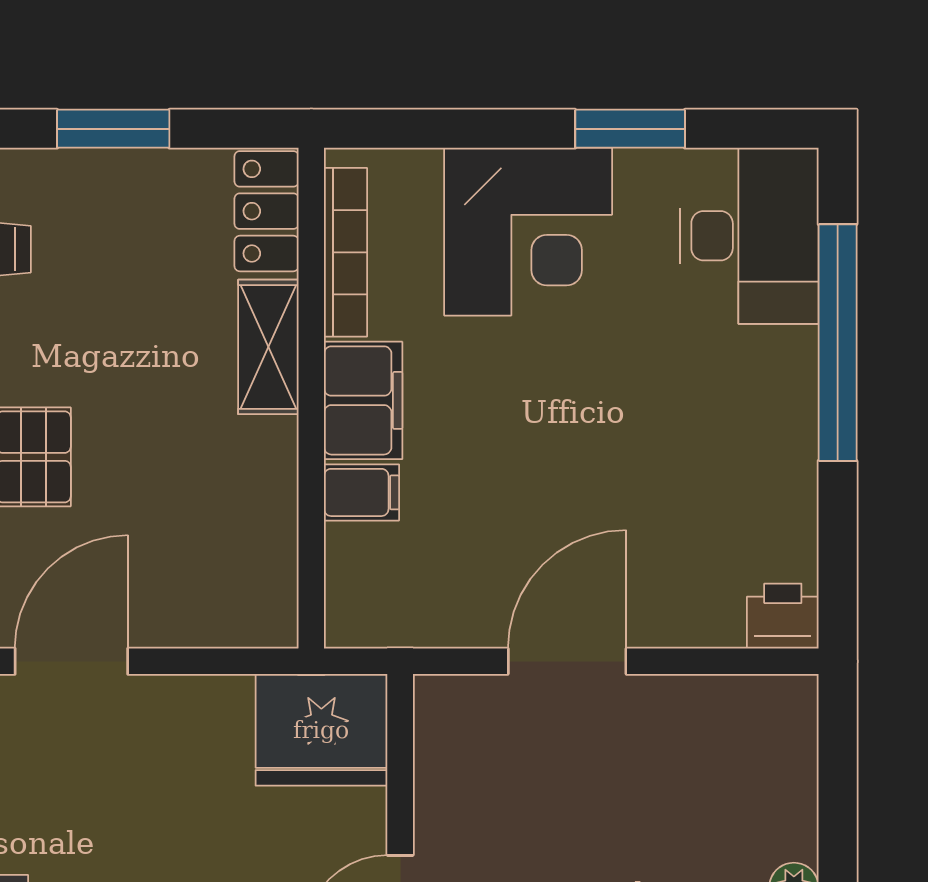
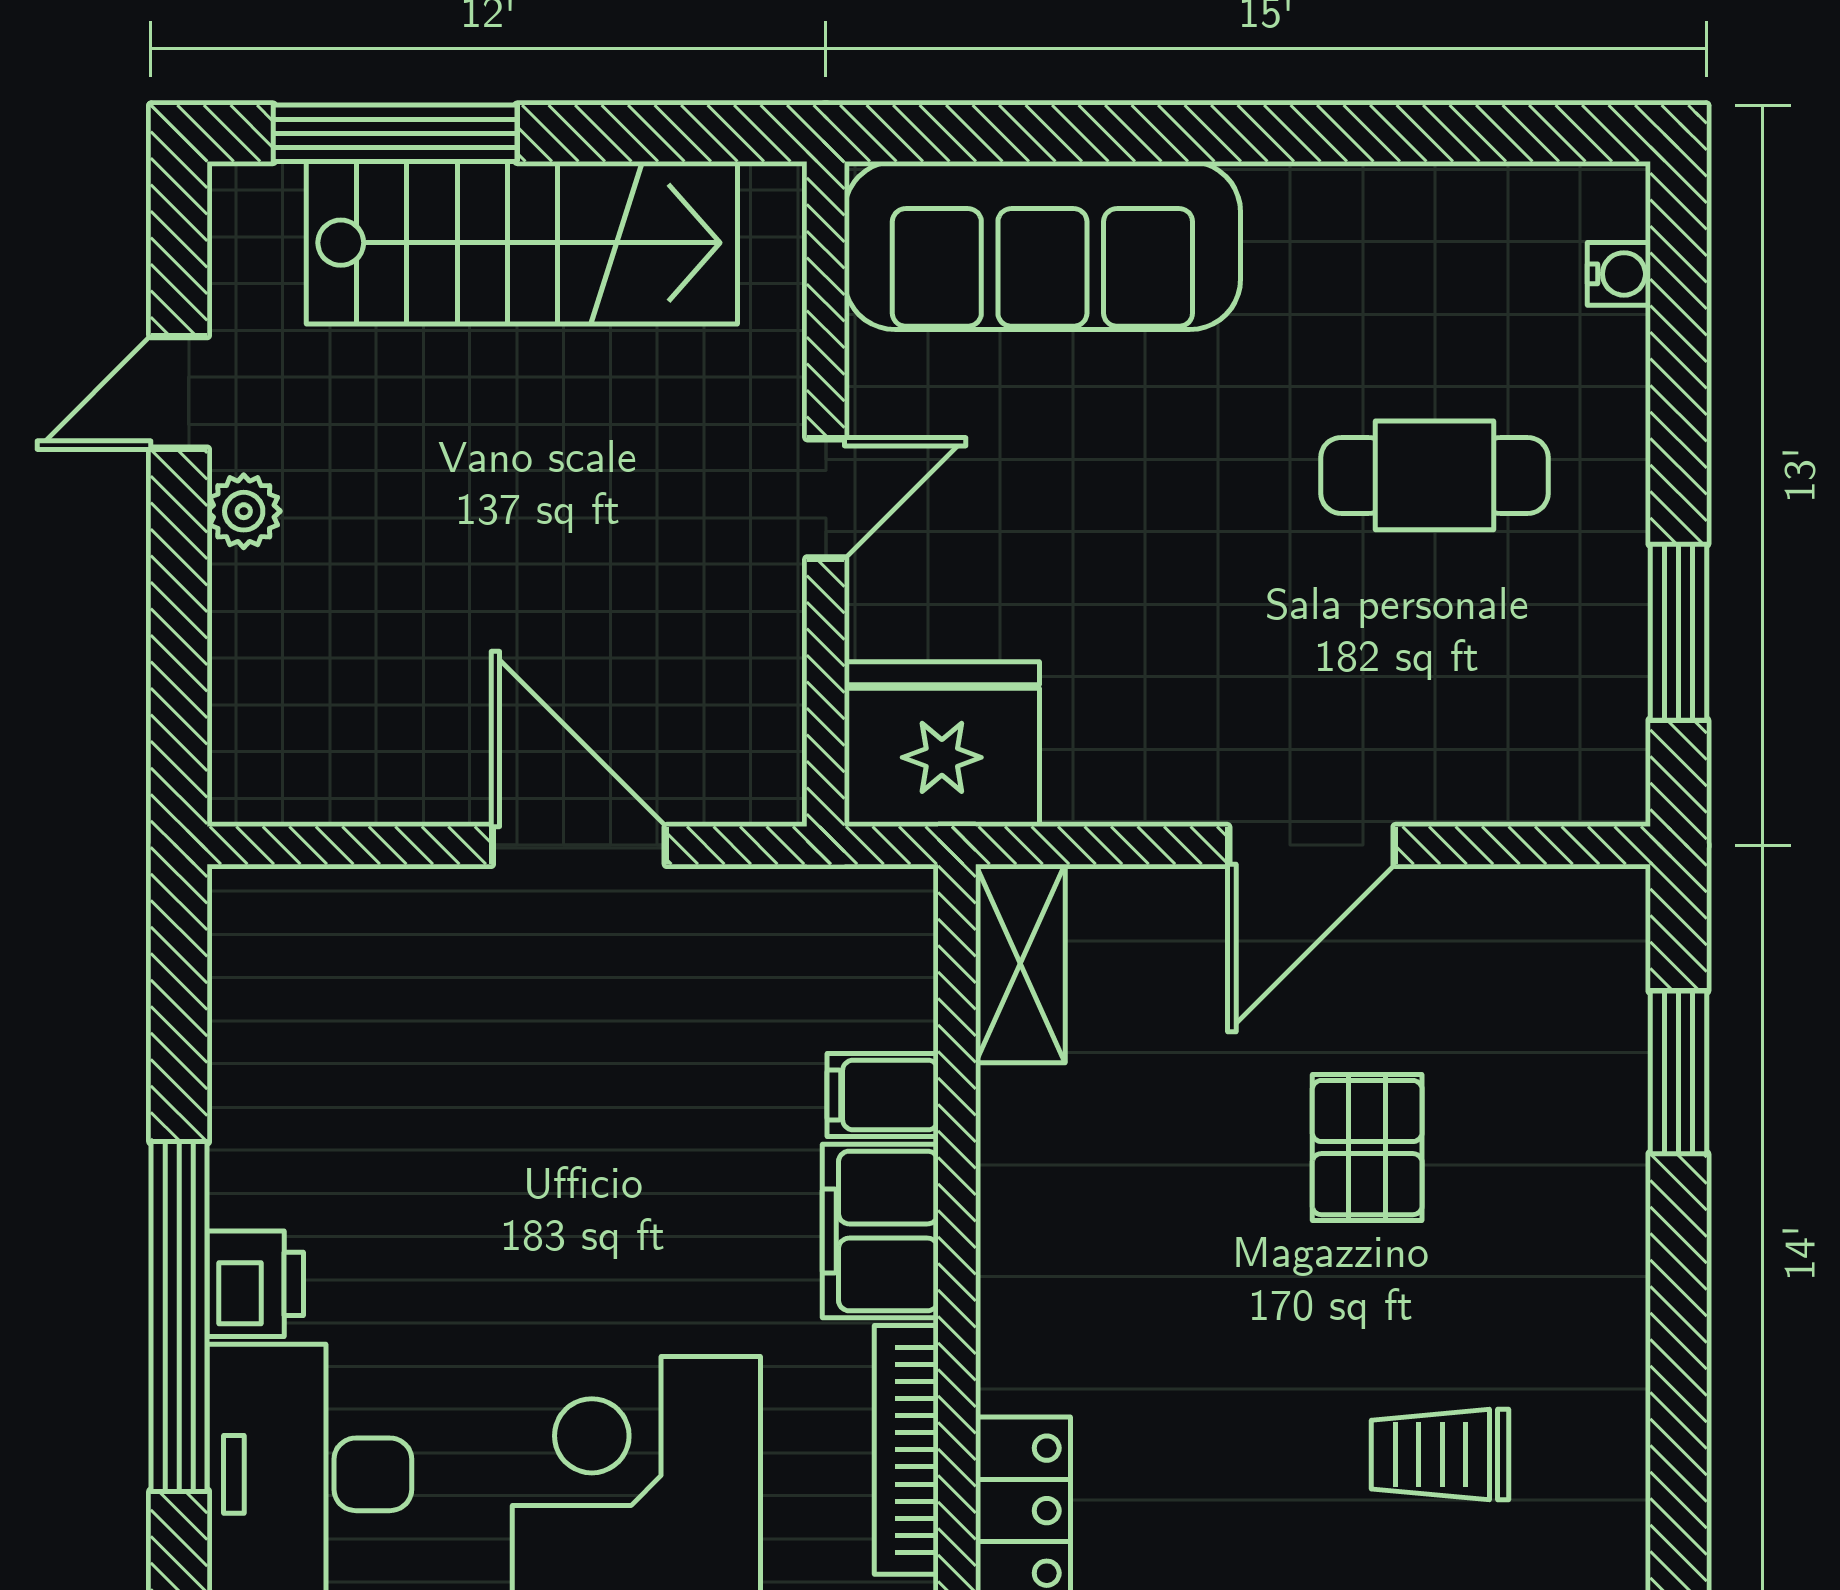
shelving: (268, 347) -> (1020, 964), moved
printer: (783, 616) -> (255, 1284), moved, turned -90
door: (567, 661) -> (579, 845), swing flipped

